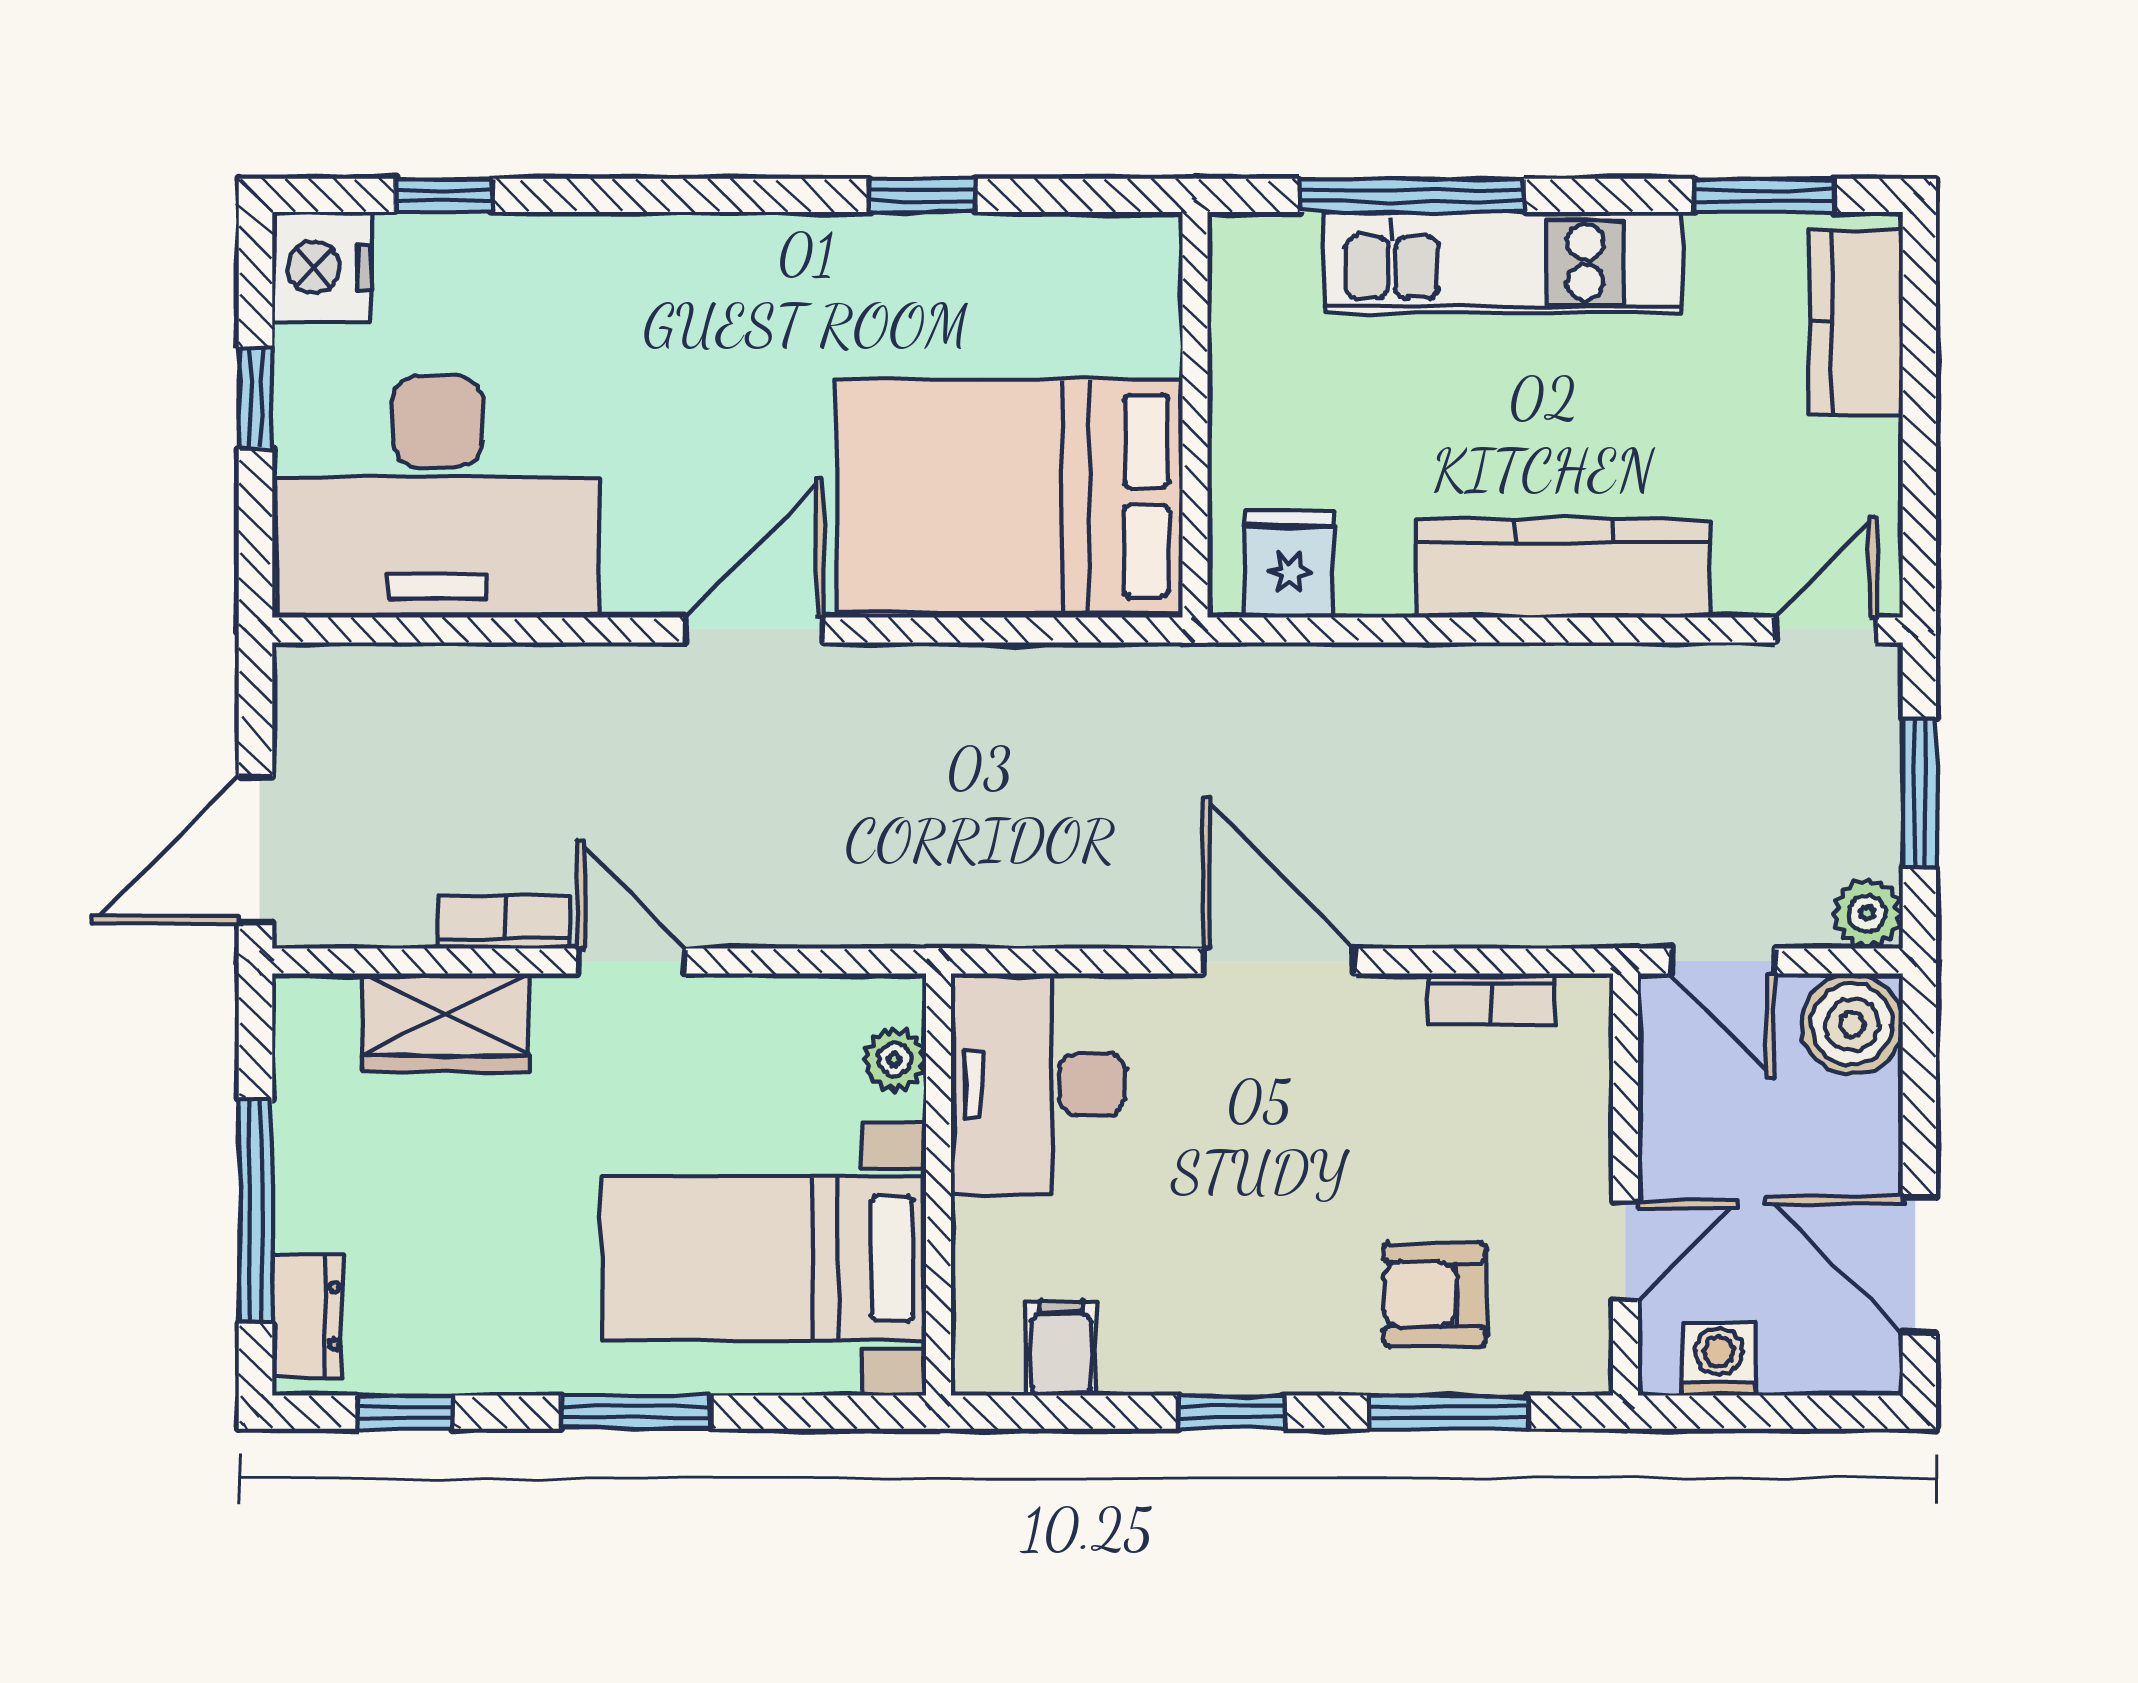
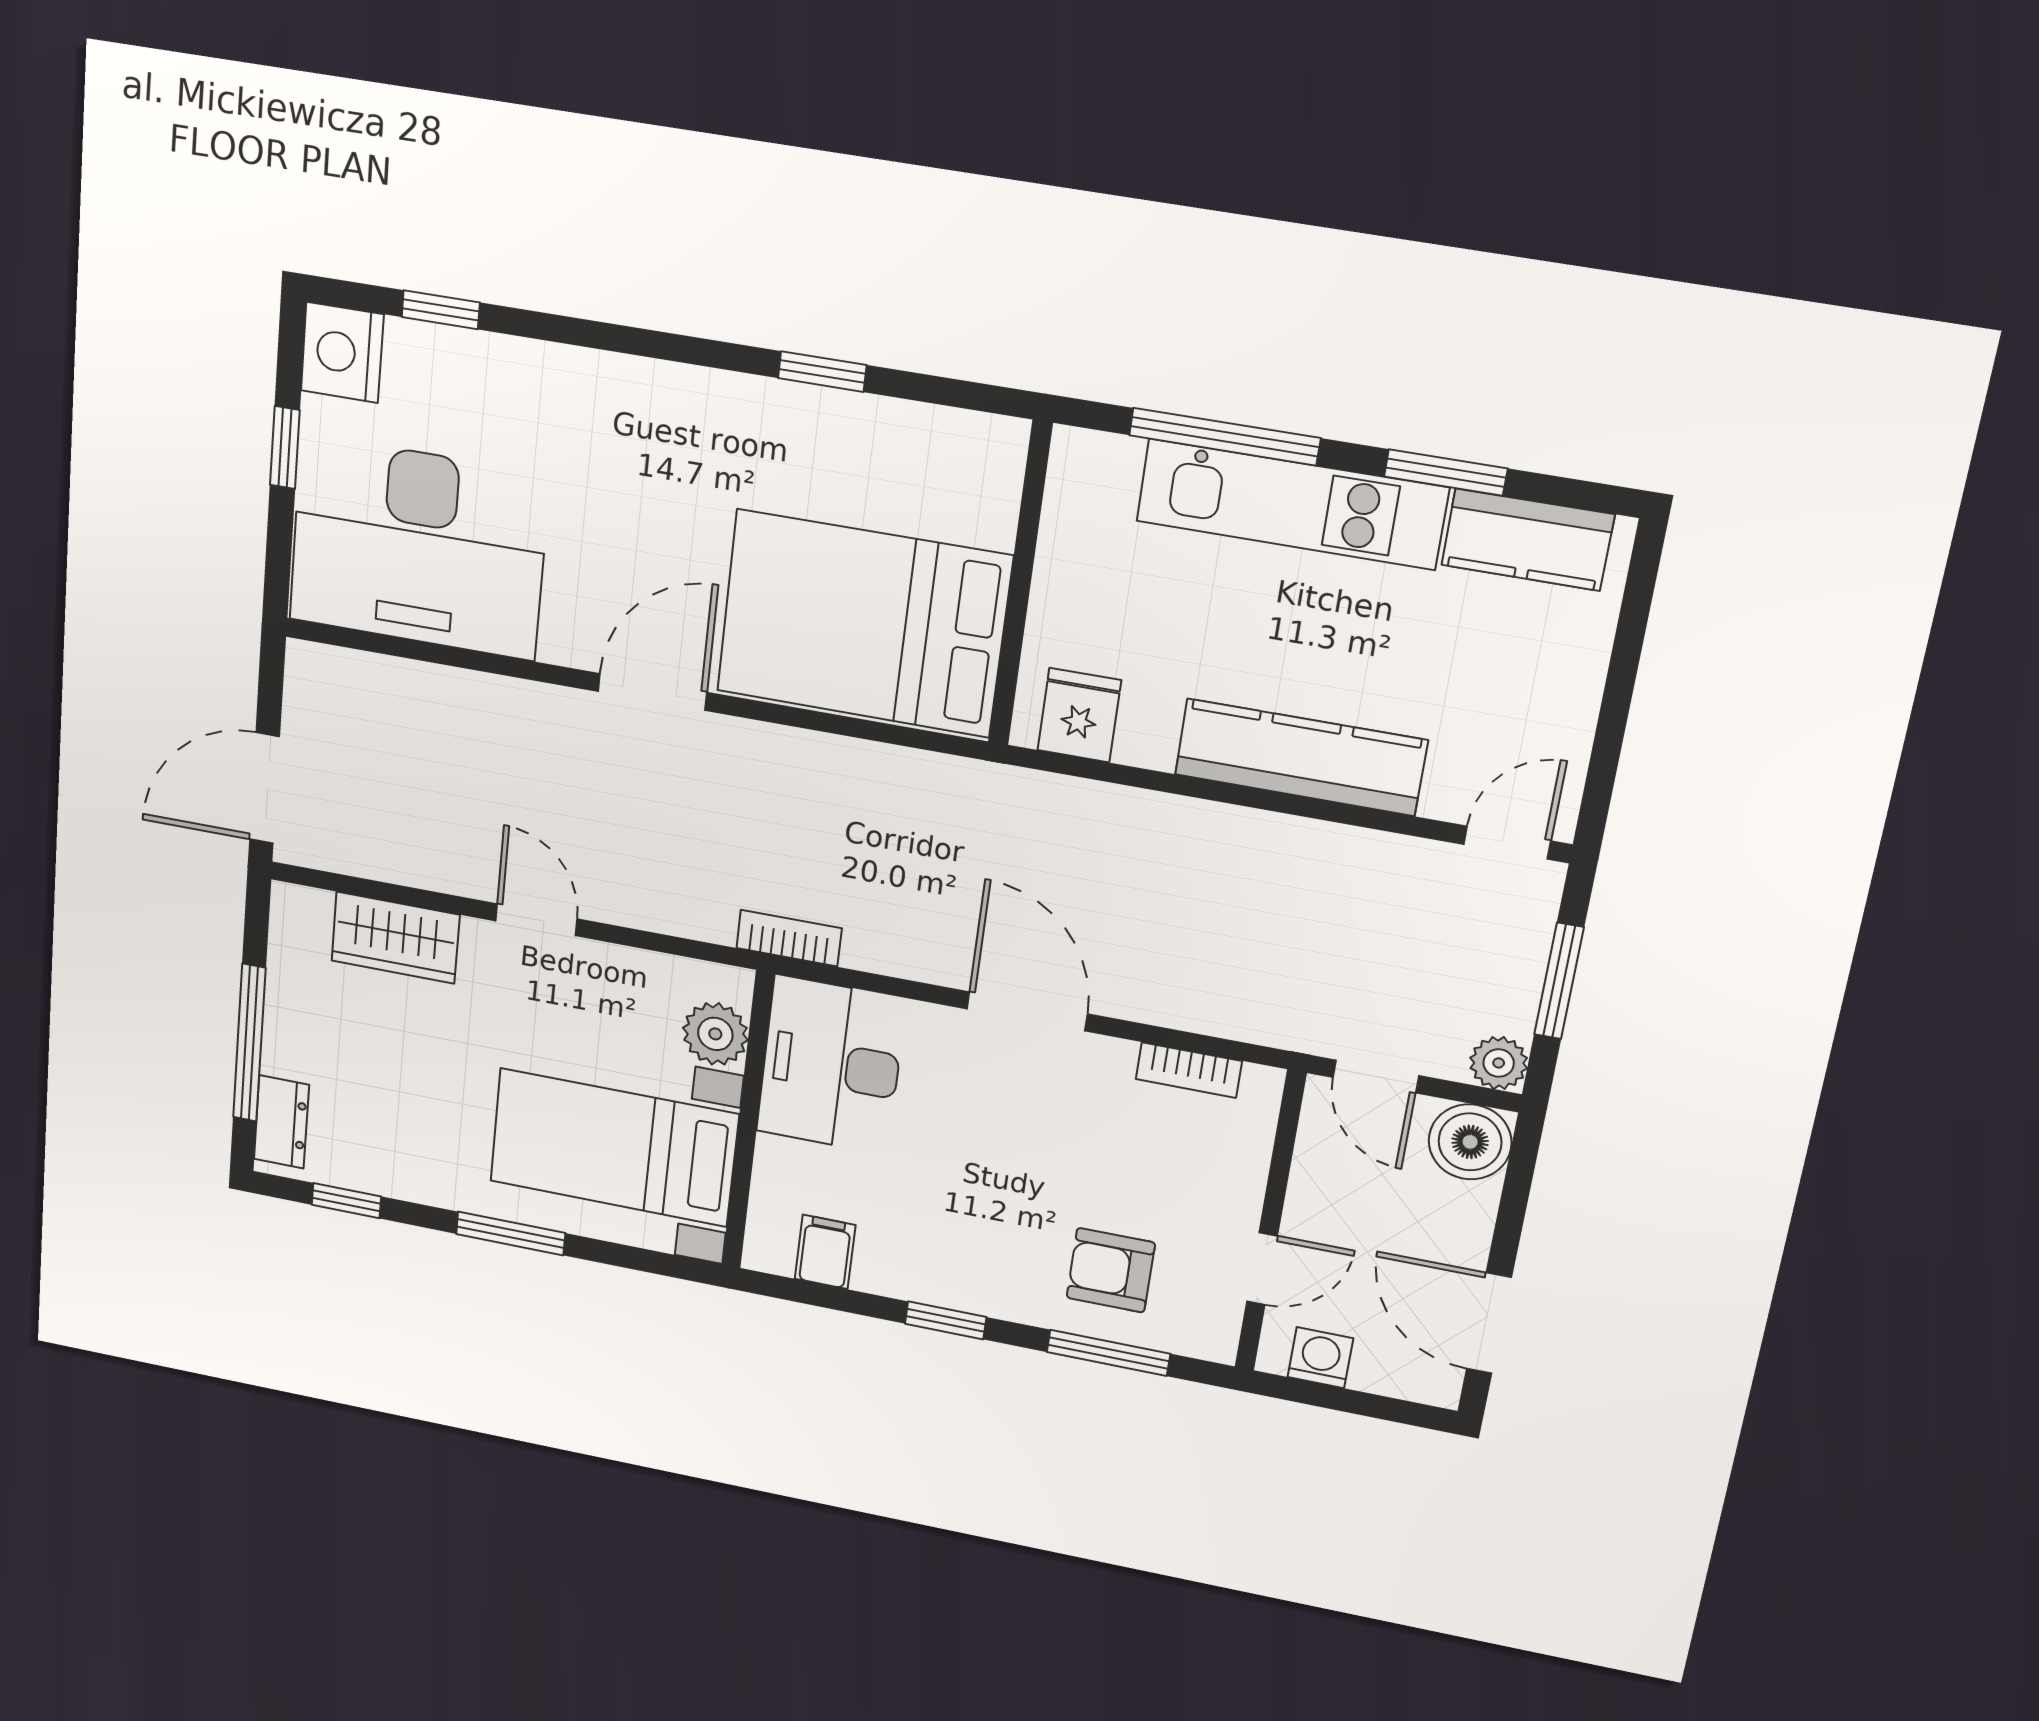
window: (1764, 195) -> (1446, 473), moved
kitchen counter: (1856, 322) -> (1528, 540), moved, turned -90
bookcase: (504, 922) -> (789, 938), moved
plant: (894, 1060) -> (715, 1034), width x1.38, depth x1.38

